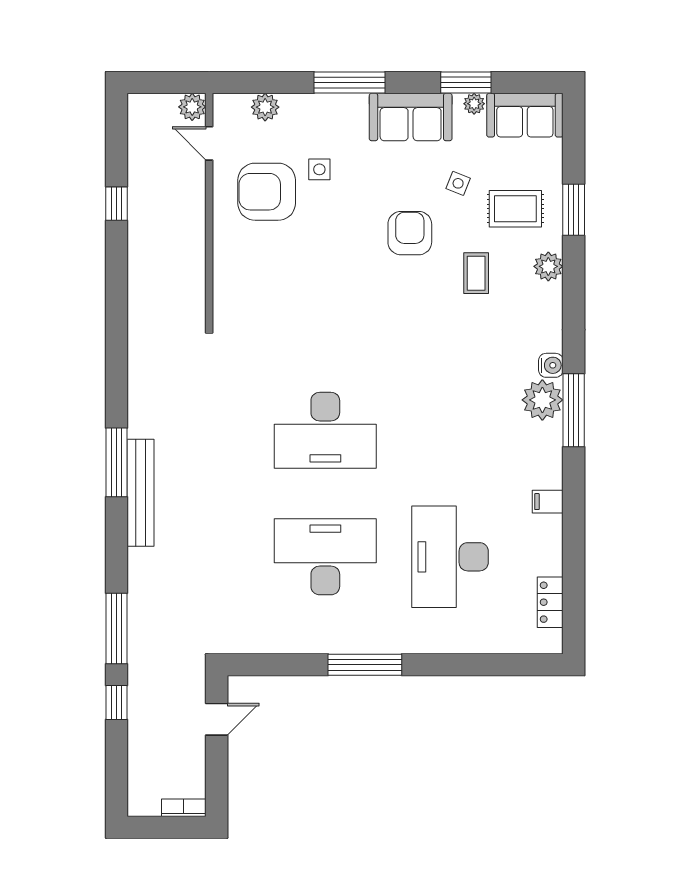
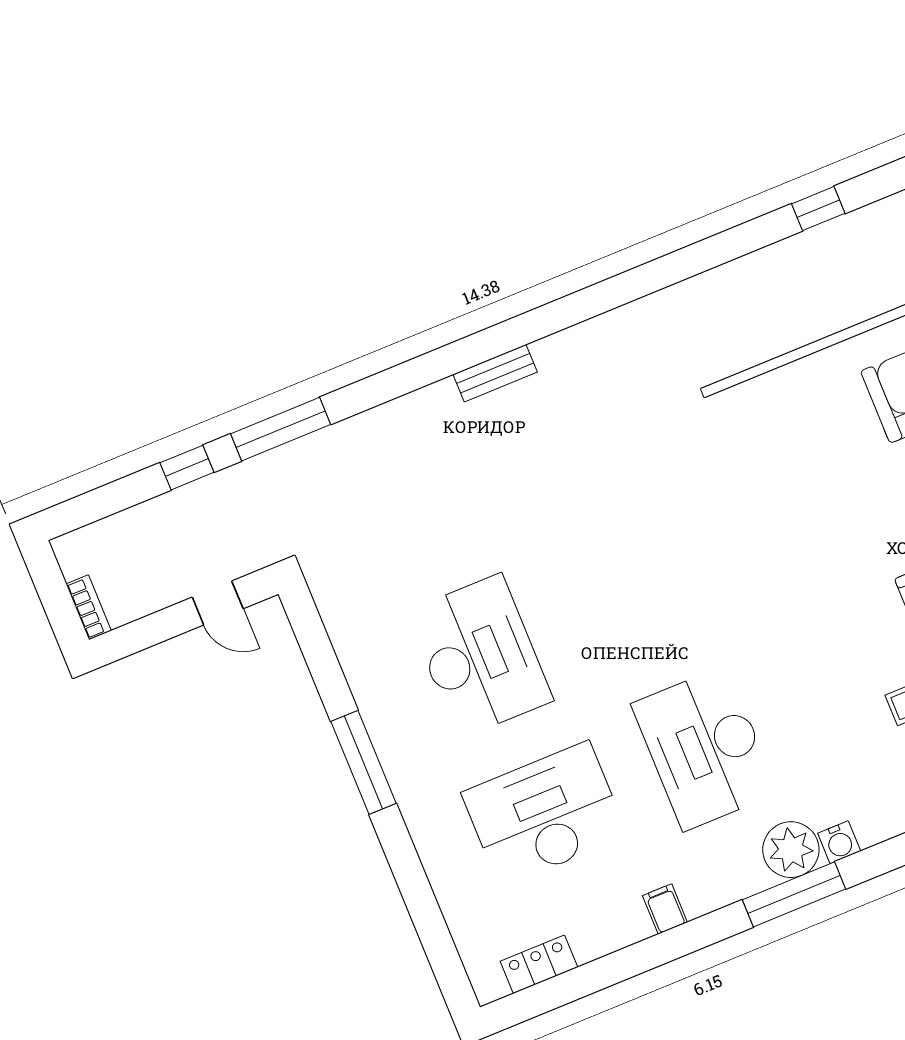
desk: (325, 430) -> (705, 748), moved
window: (116, 462) -> (491, 343), removed
bench: (141, 493) -> (495, 373), width x0.54, depth x0.82

